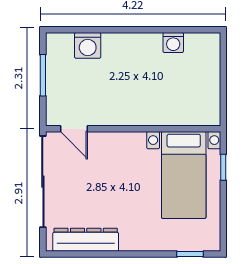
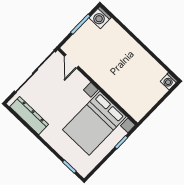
washing machine: (173, 43) -> (169, 81), moved
washing machine: (88, 45) -> (100, 18), moved
bed with nightstands: (184, 175) -> (94, 123), width x1.36

